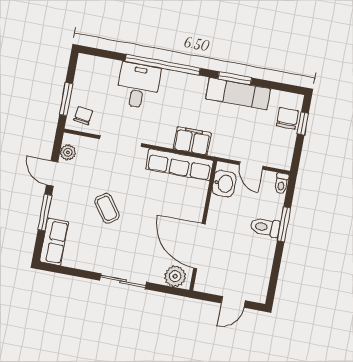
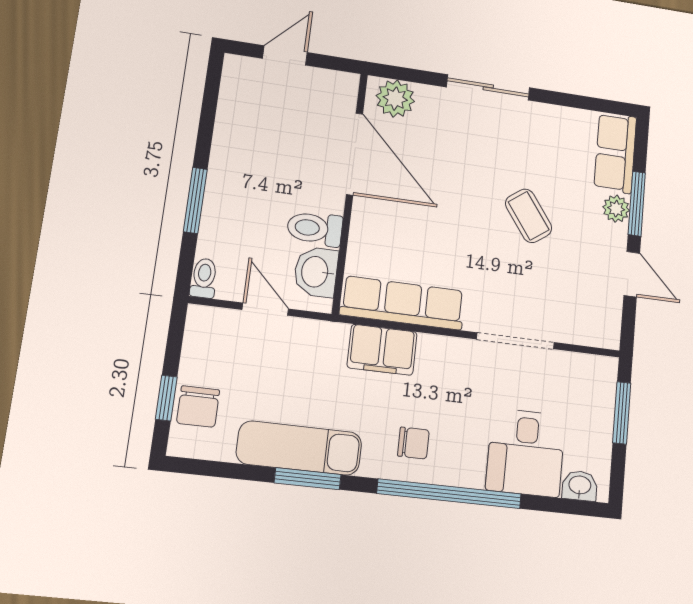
washbasin: (93, 63) -> (580, 486), added
desk: (138, 86) -> (526, 453), moved
chair: (83, 116) -> (413, 443), moved, turned -98
plant: (68, 152) -> (616, 209), moved
toilet: (265, 227) -> (315, 228), moved, turned 180

